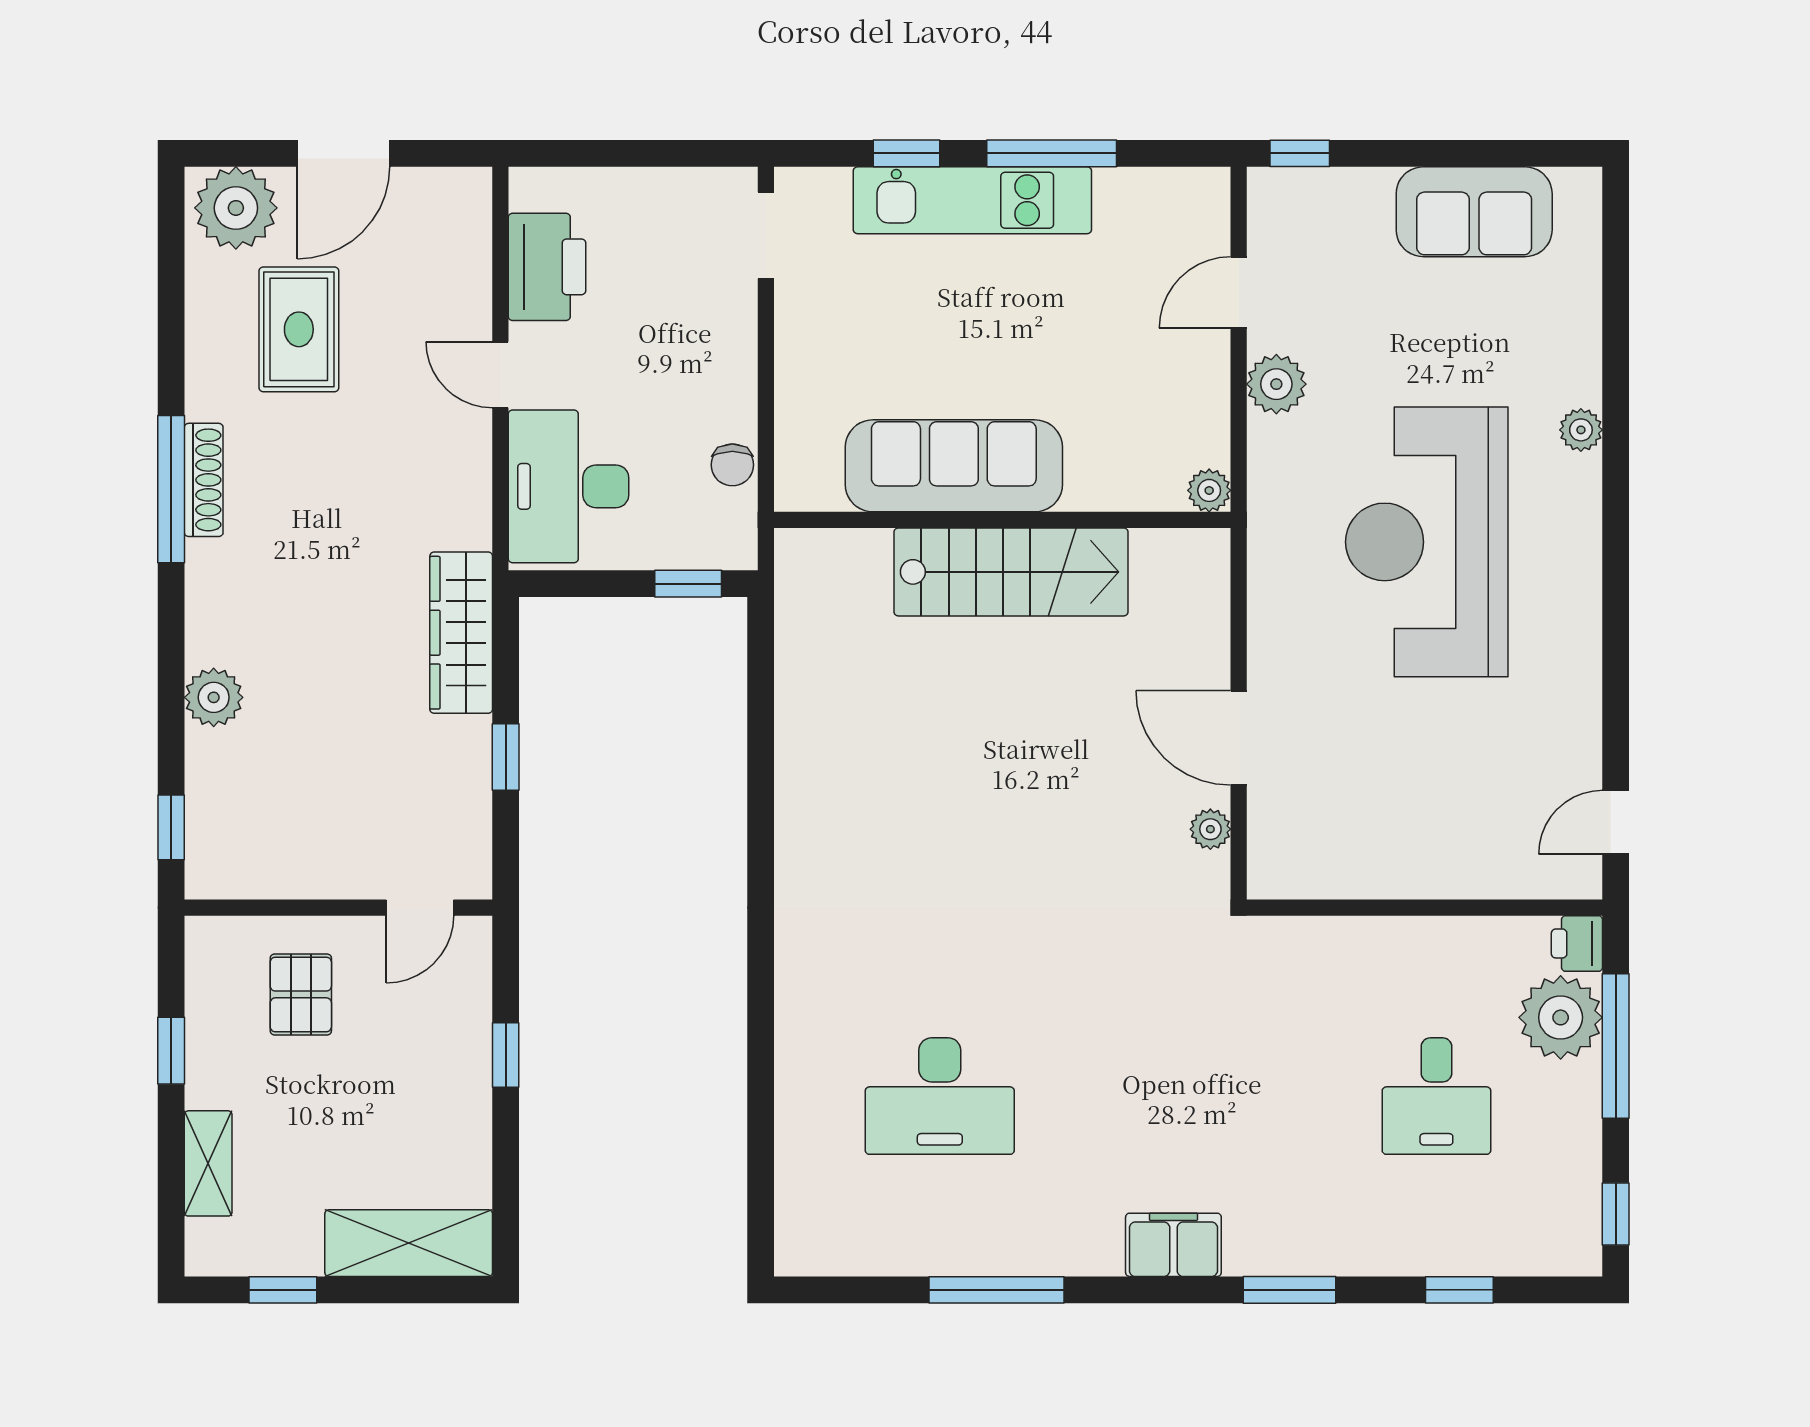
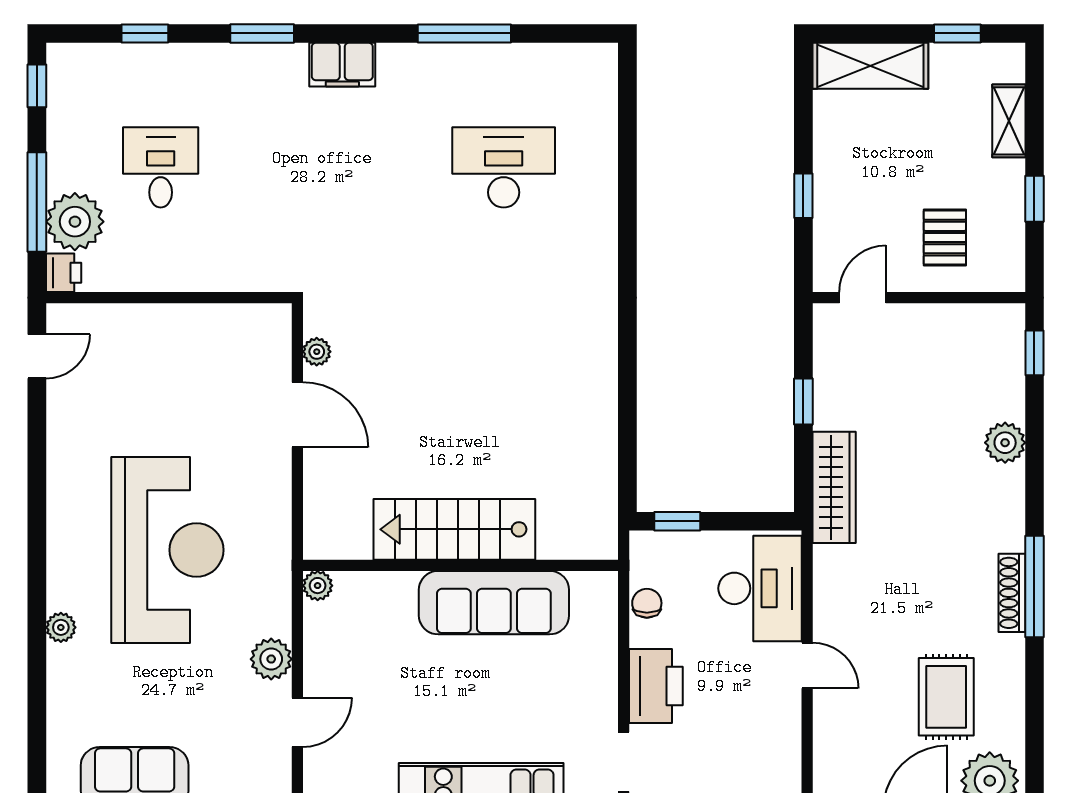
printer: (547, 267) -> (656, 686), moved, turned 180

